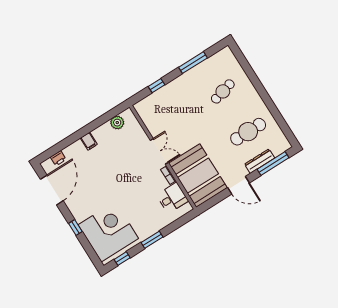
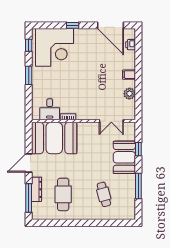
booth: (173, 94) -> (124, 157), added
plant: (117, 123) -> (129, 94), moved
double door: (159, 151) -> (111, 121), moved

